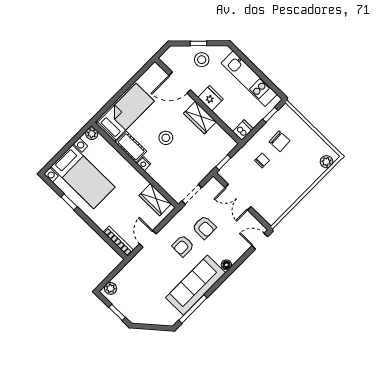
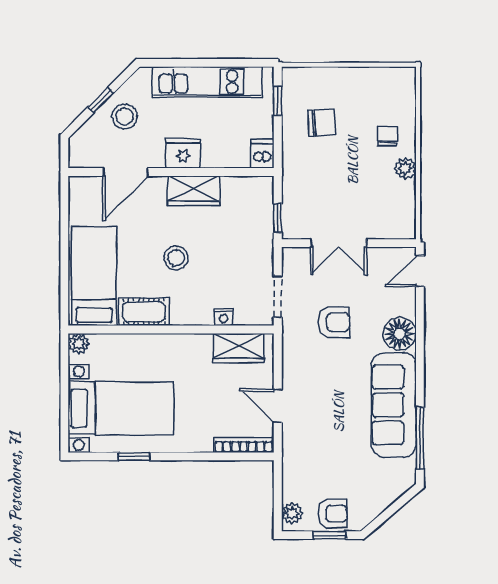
chair: (262, 160) -> (387, 136), moved
plant: (326, 162) -> (405, 168), moved
nightstand: (144, 164) -> (224, 317), moved
armchair: (183, 246) -> (332, 514), moved, turned -90
floor lamp: (226, 265) -> (400, 334), width x1.89, depth x1.89

